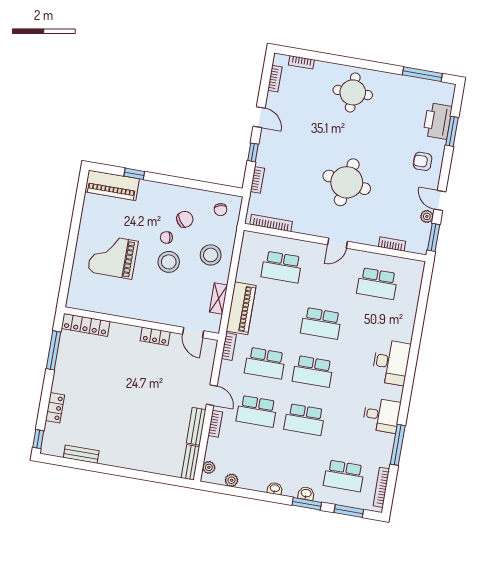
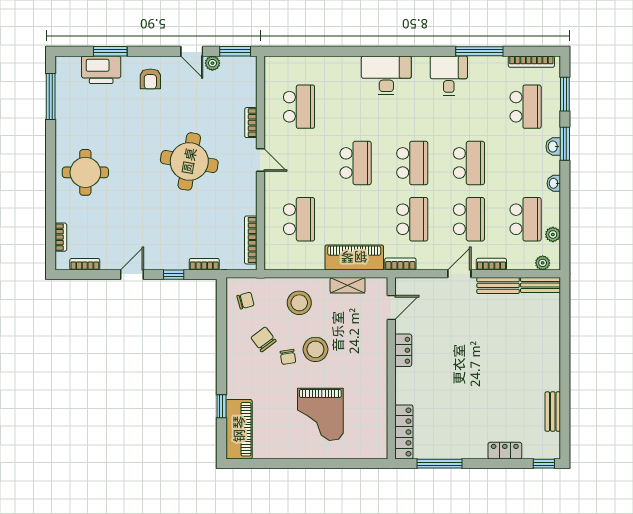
door: (440, 201) -> (192, 51), hinge flipped
bookcase: (392, 244) -> (251, 123), moved
school desk: (248, 459) -> (526, 219), added

